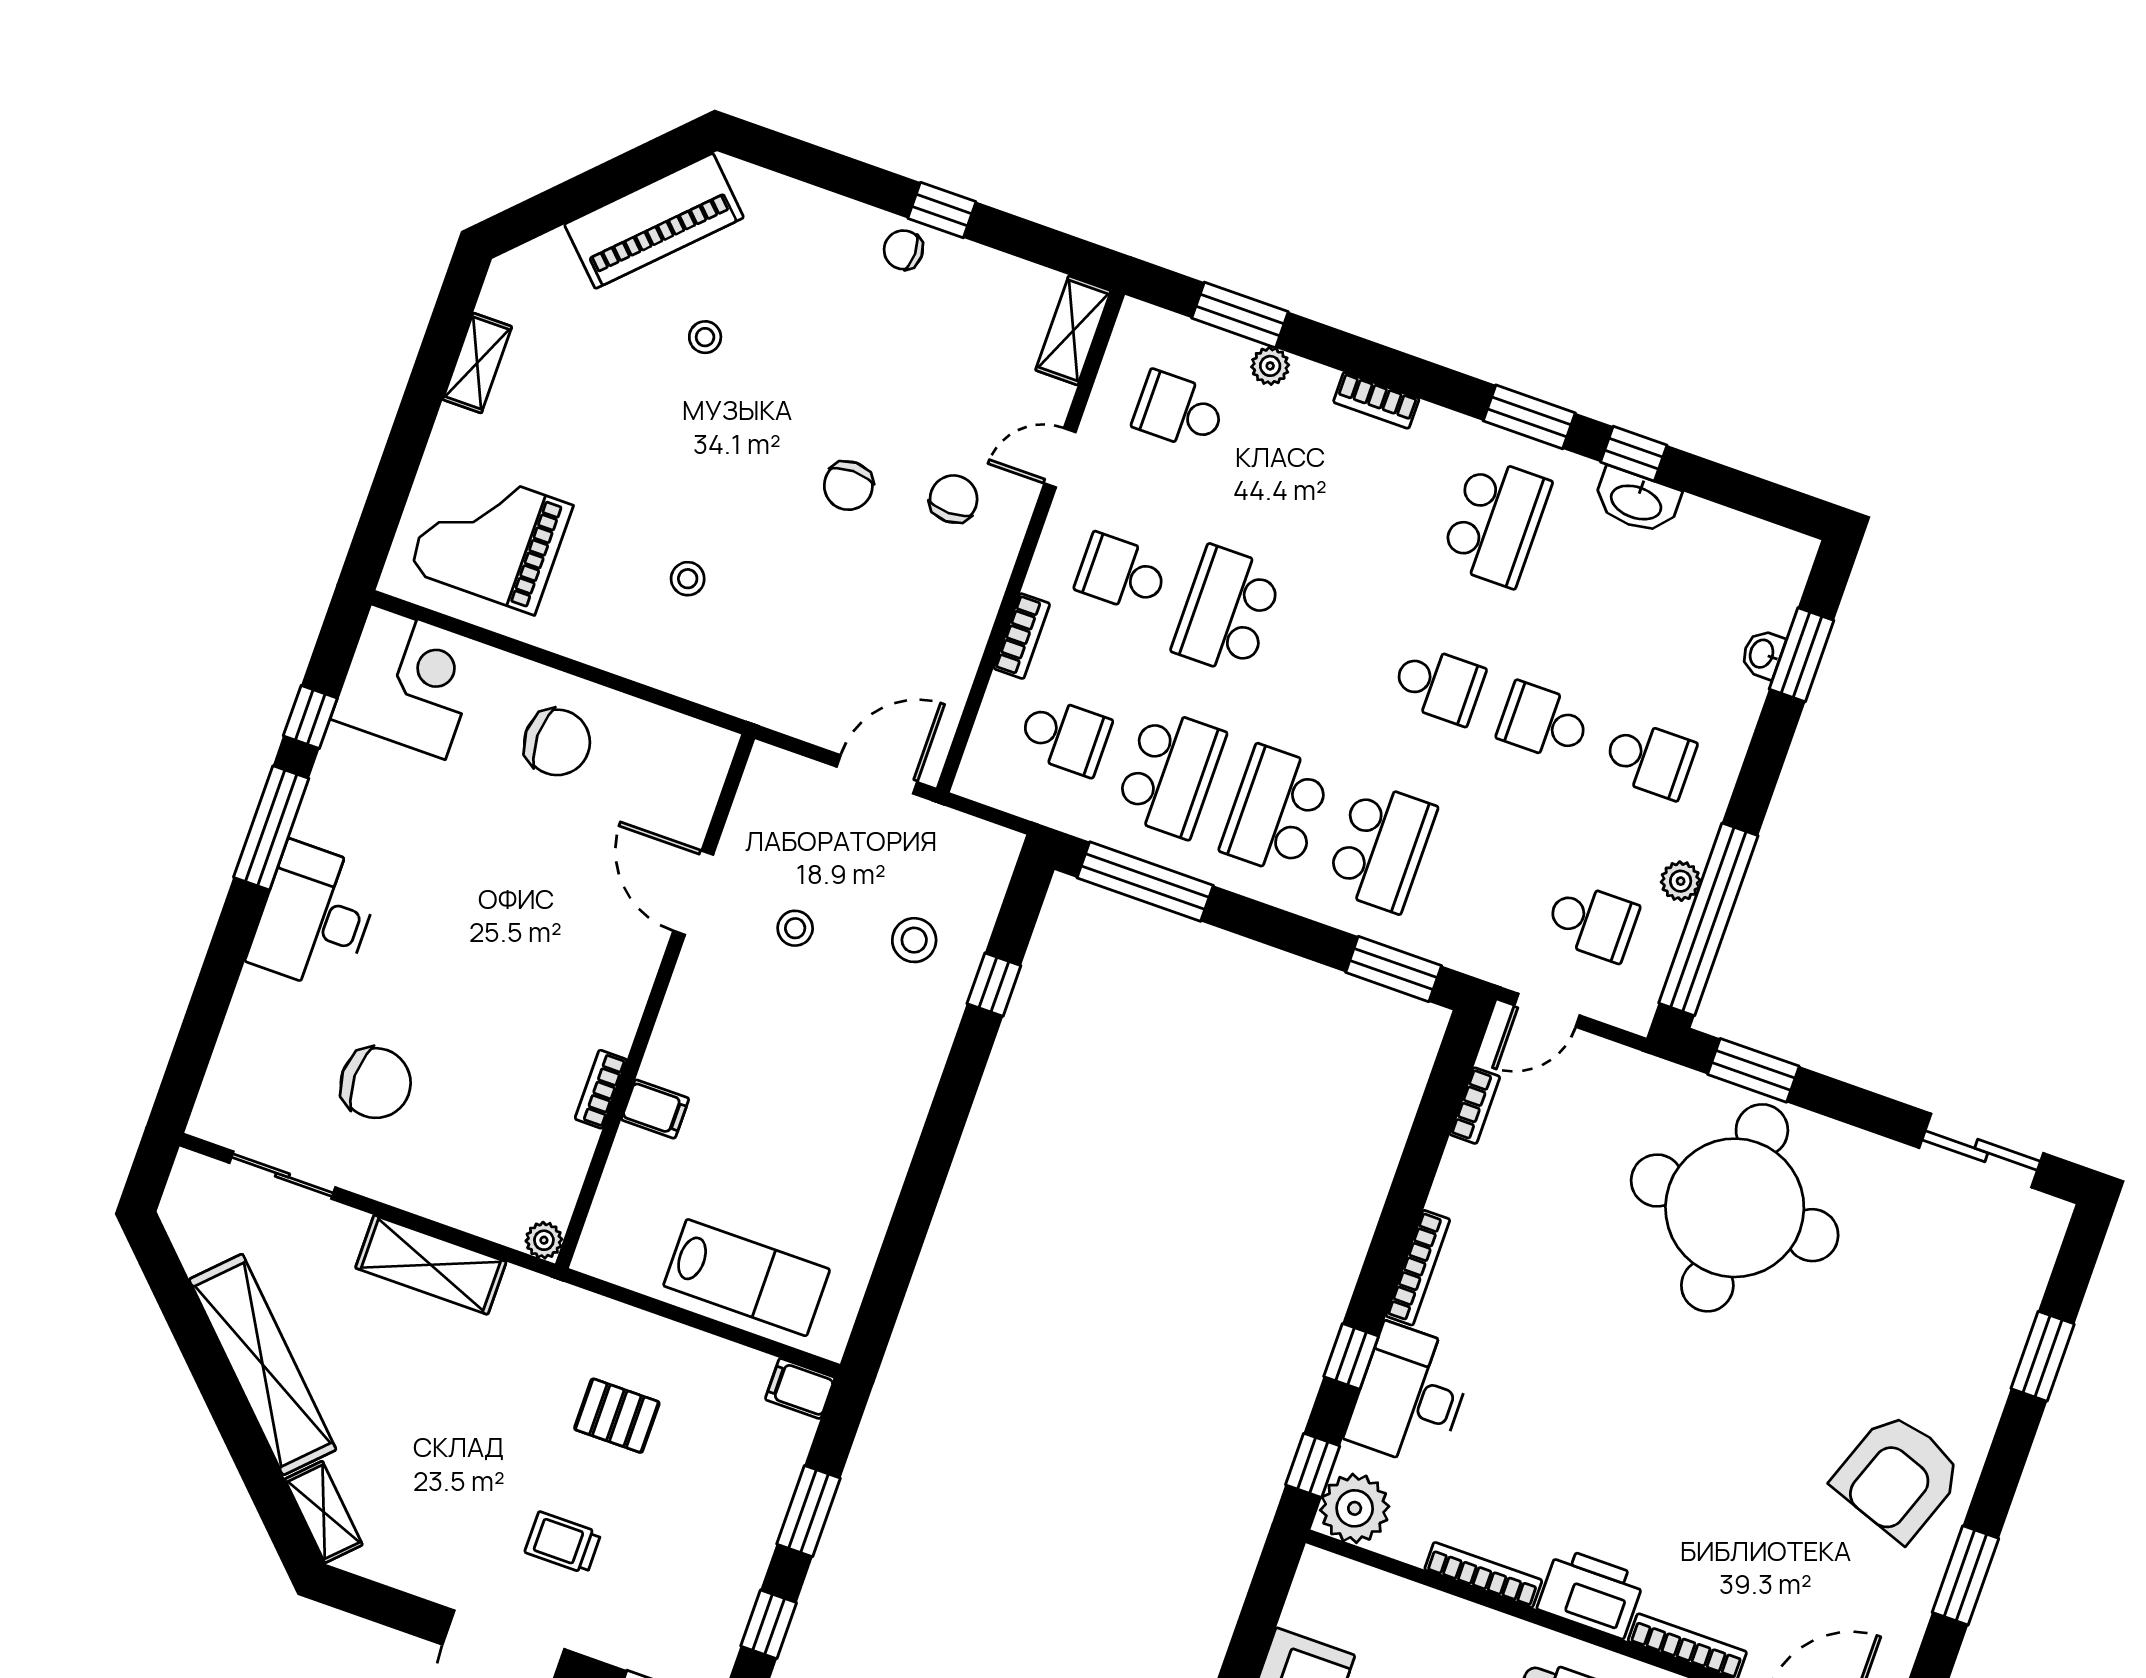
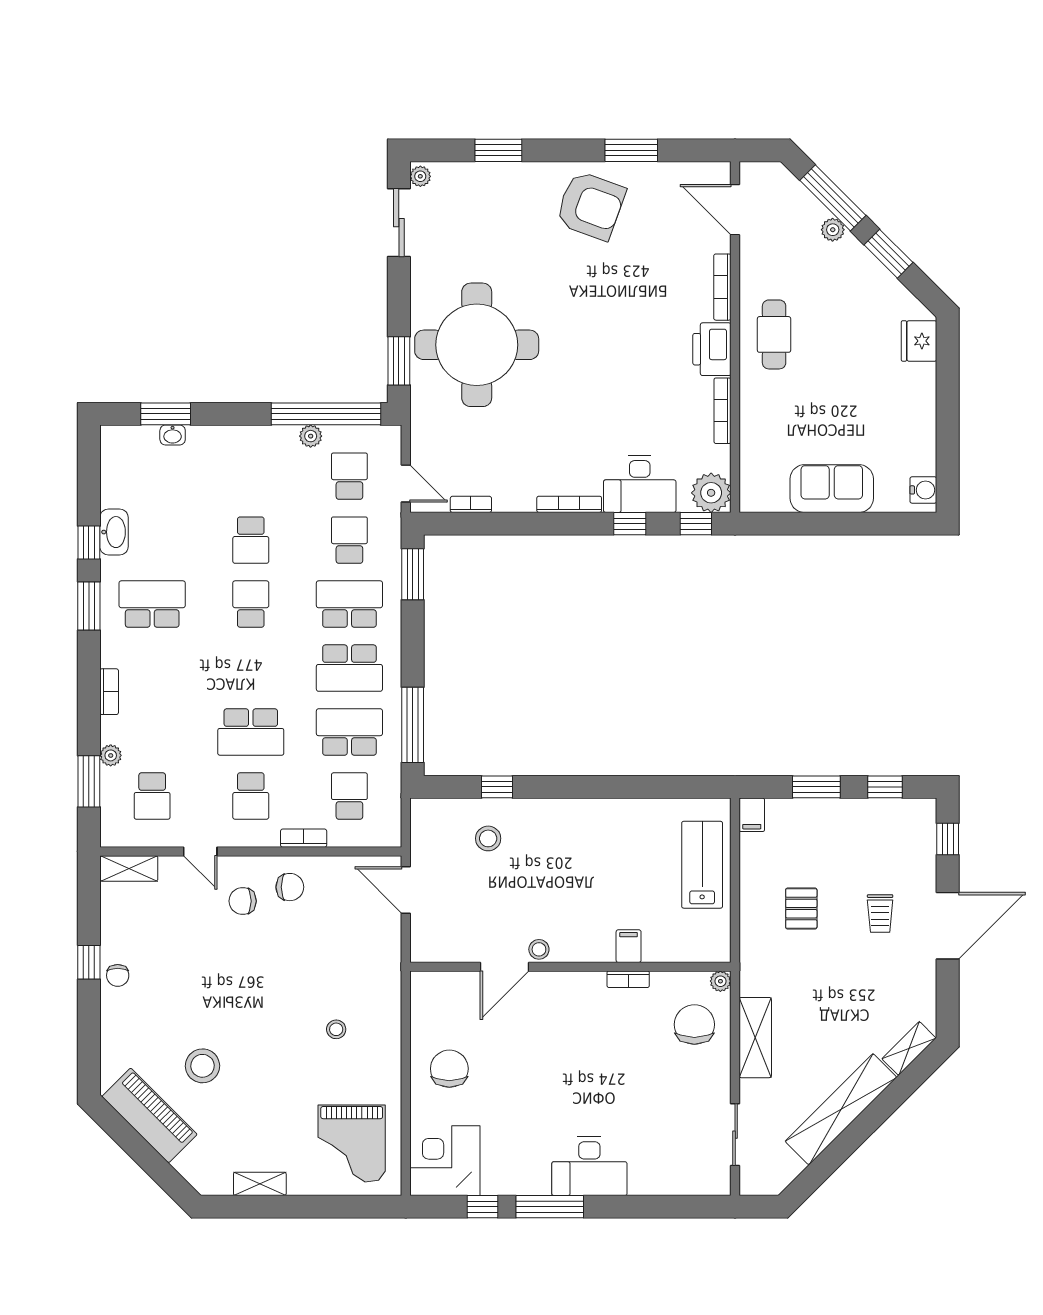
stool: (705, 337) -> (202, 1066), width x1.89, depth x1.89
chair: (848, 486) -> (290, 887), moved
school desk: (1649, 759) -> (349, 540), moved
stool: (795, 928) -> (539, 949), moved
chair: (376, 1083) -> (694, 1025), moved
plant: (2045, 1213) -> (420, 176), added

